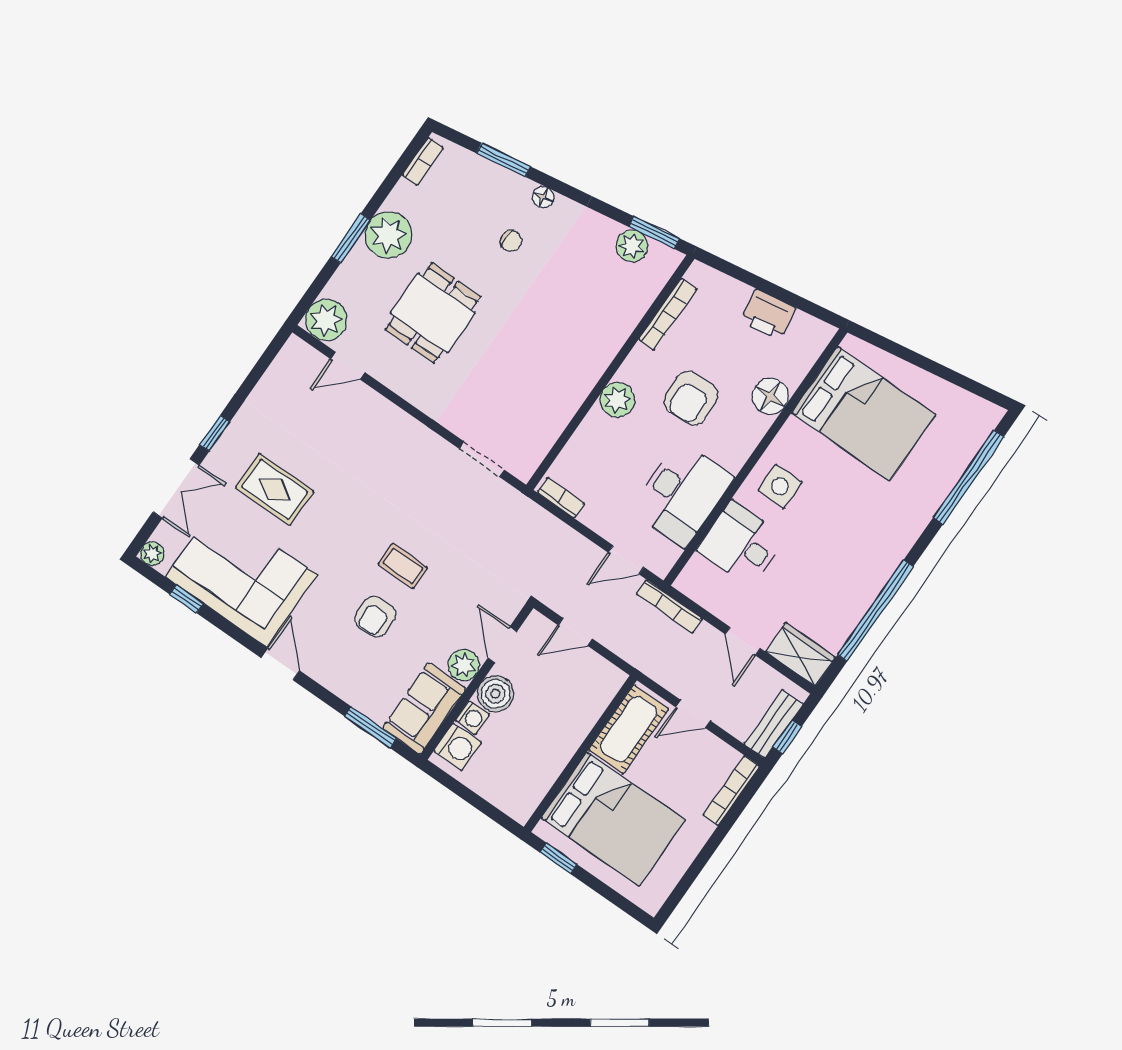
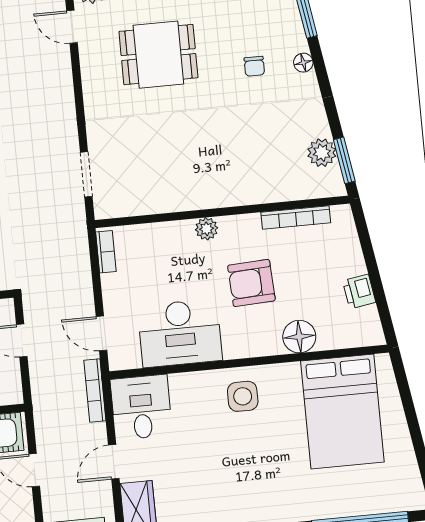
printer: (768, 314) -> (359, 291), width x0.73, depth x0.81
plant: (617, 400) -> (207, 229), width x0.73, depth x0.73
desk: (741, 544) -> (141, 407), moved

